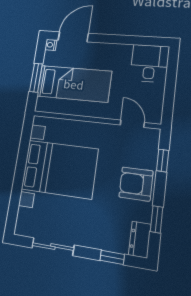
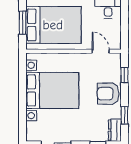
bed: (74, 84) -> (53, 25), width x1.50

